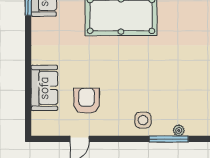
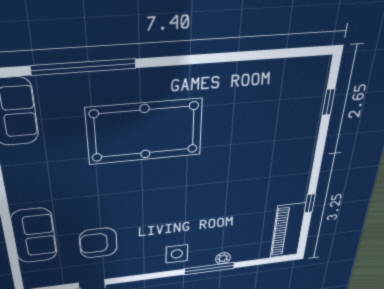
armchair: (87, 101) -> (98, 243), turned -90

